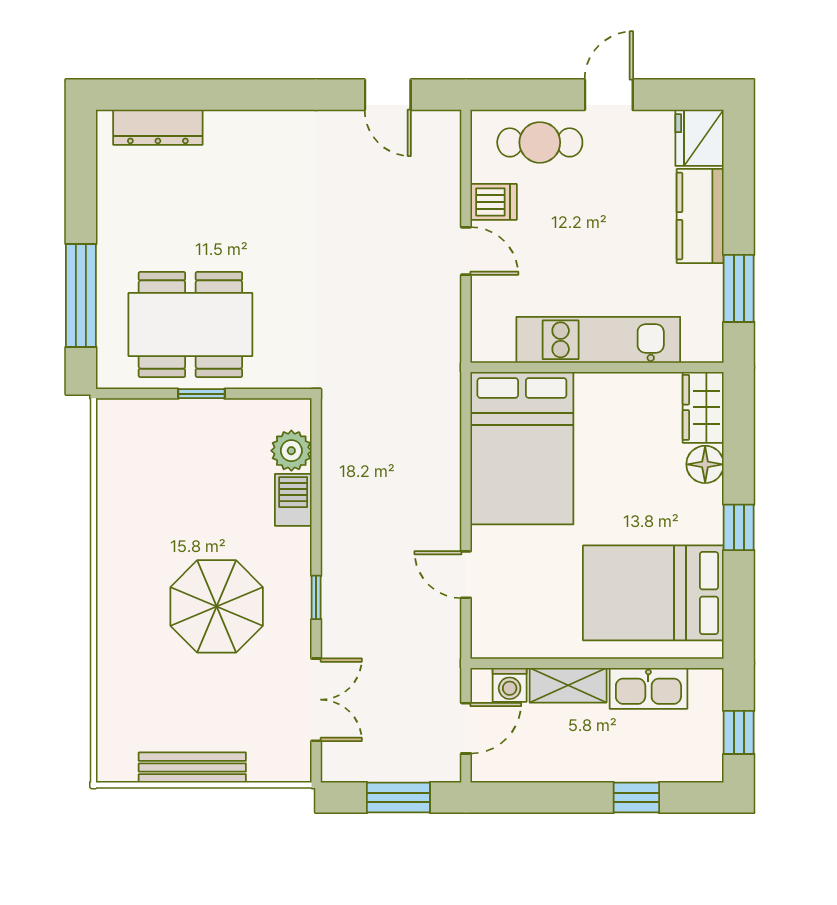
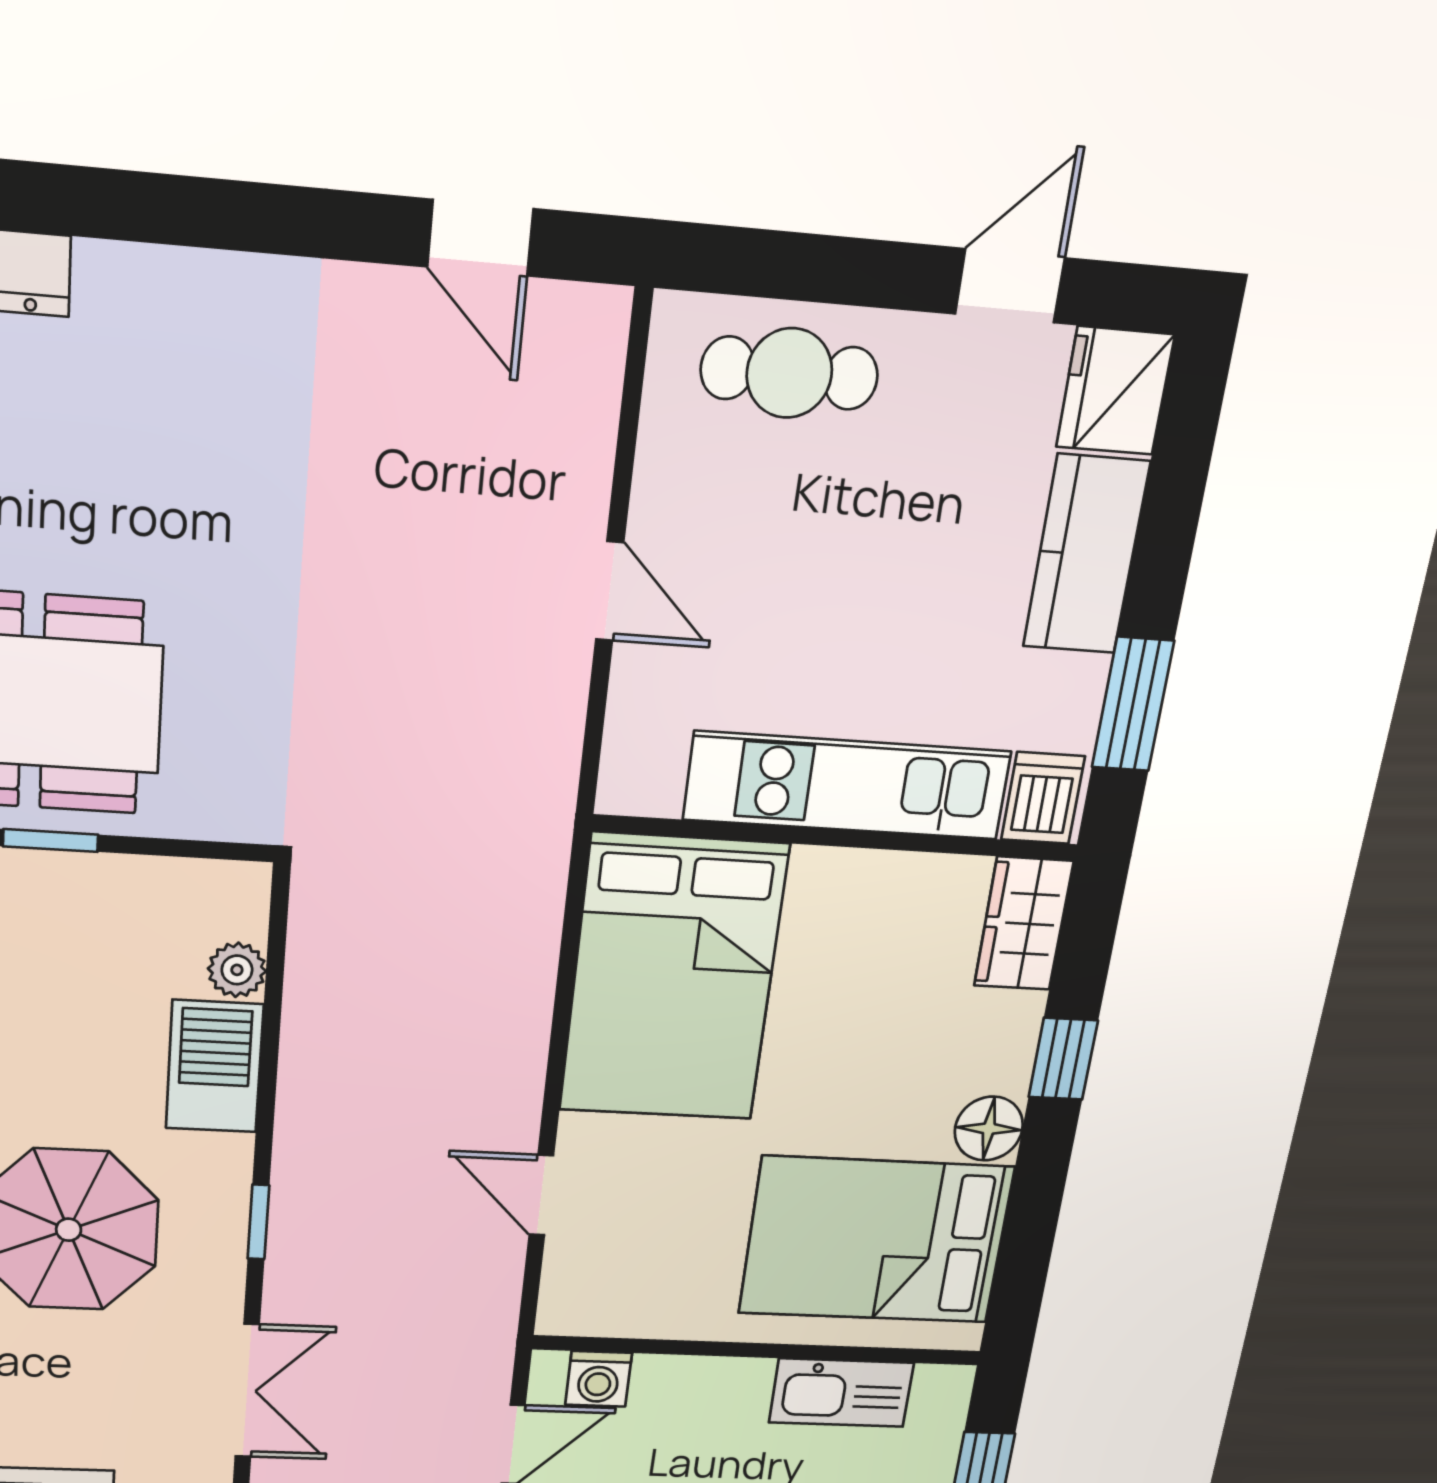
door: (609, 95) -> (1010, 286), moved
dishwasher: (494, 202) -> (1043, 798), moved, turned -90
plant: (291, 451) -> (237, 970), width x0.73, depth x0.73
floor lamp: (705, 464) -> (989, 1129), moved
barbecue: (293, 500) -> (215, 1066), width x1.38, depth x1.27
window: (739, 527) -> (1063, 1059), moved
shelving: (568, 685) -> (702, 1383), removed

